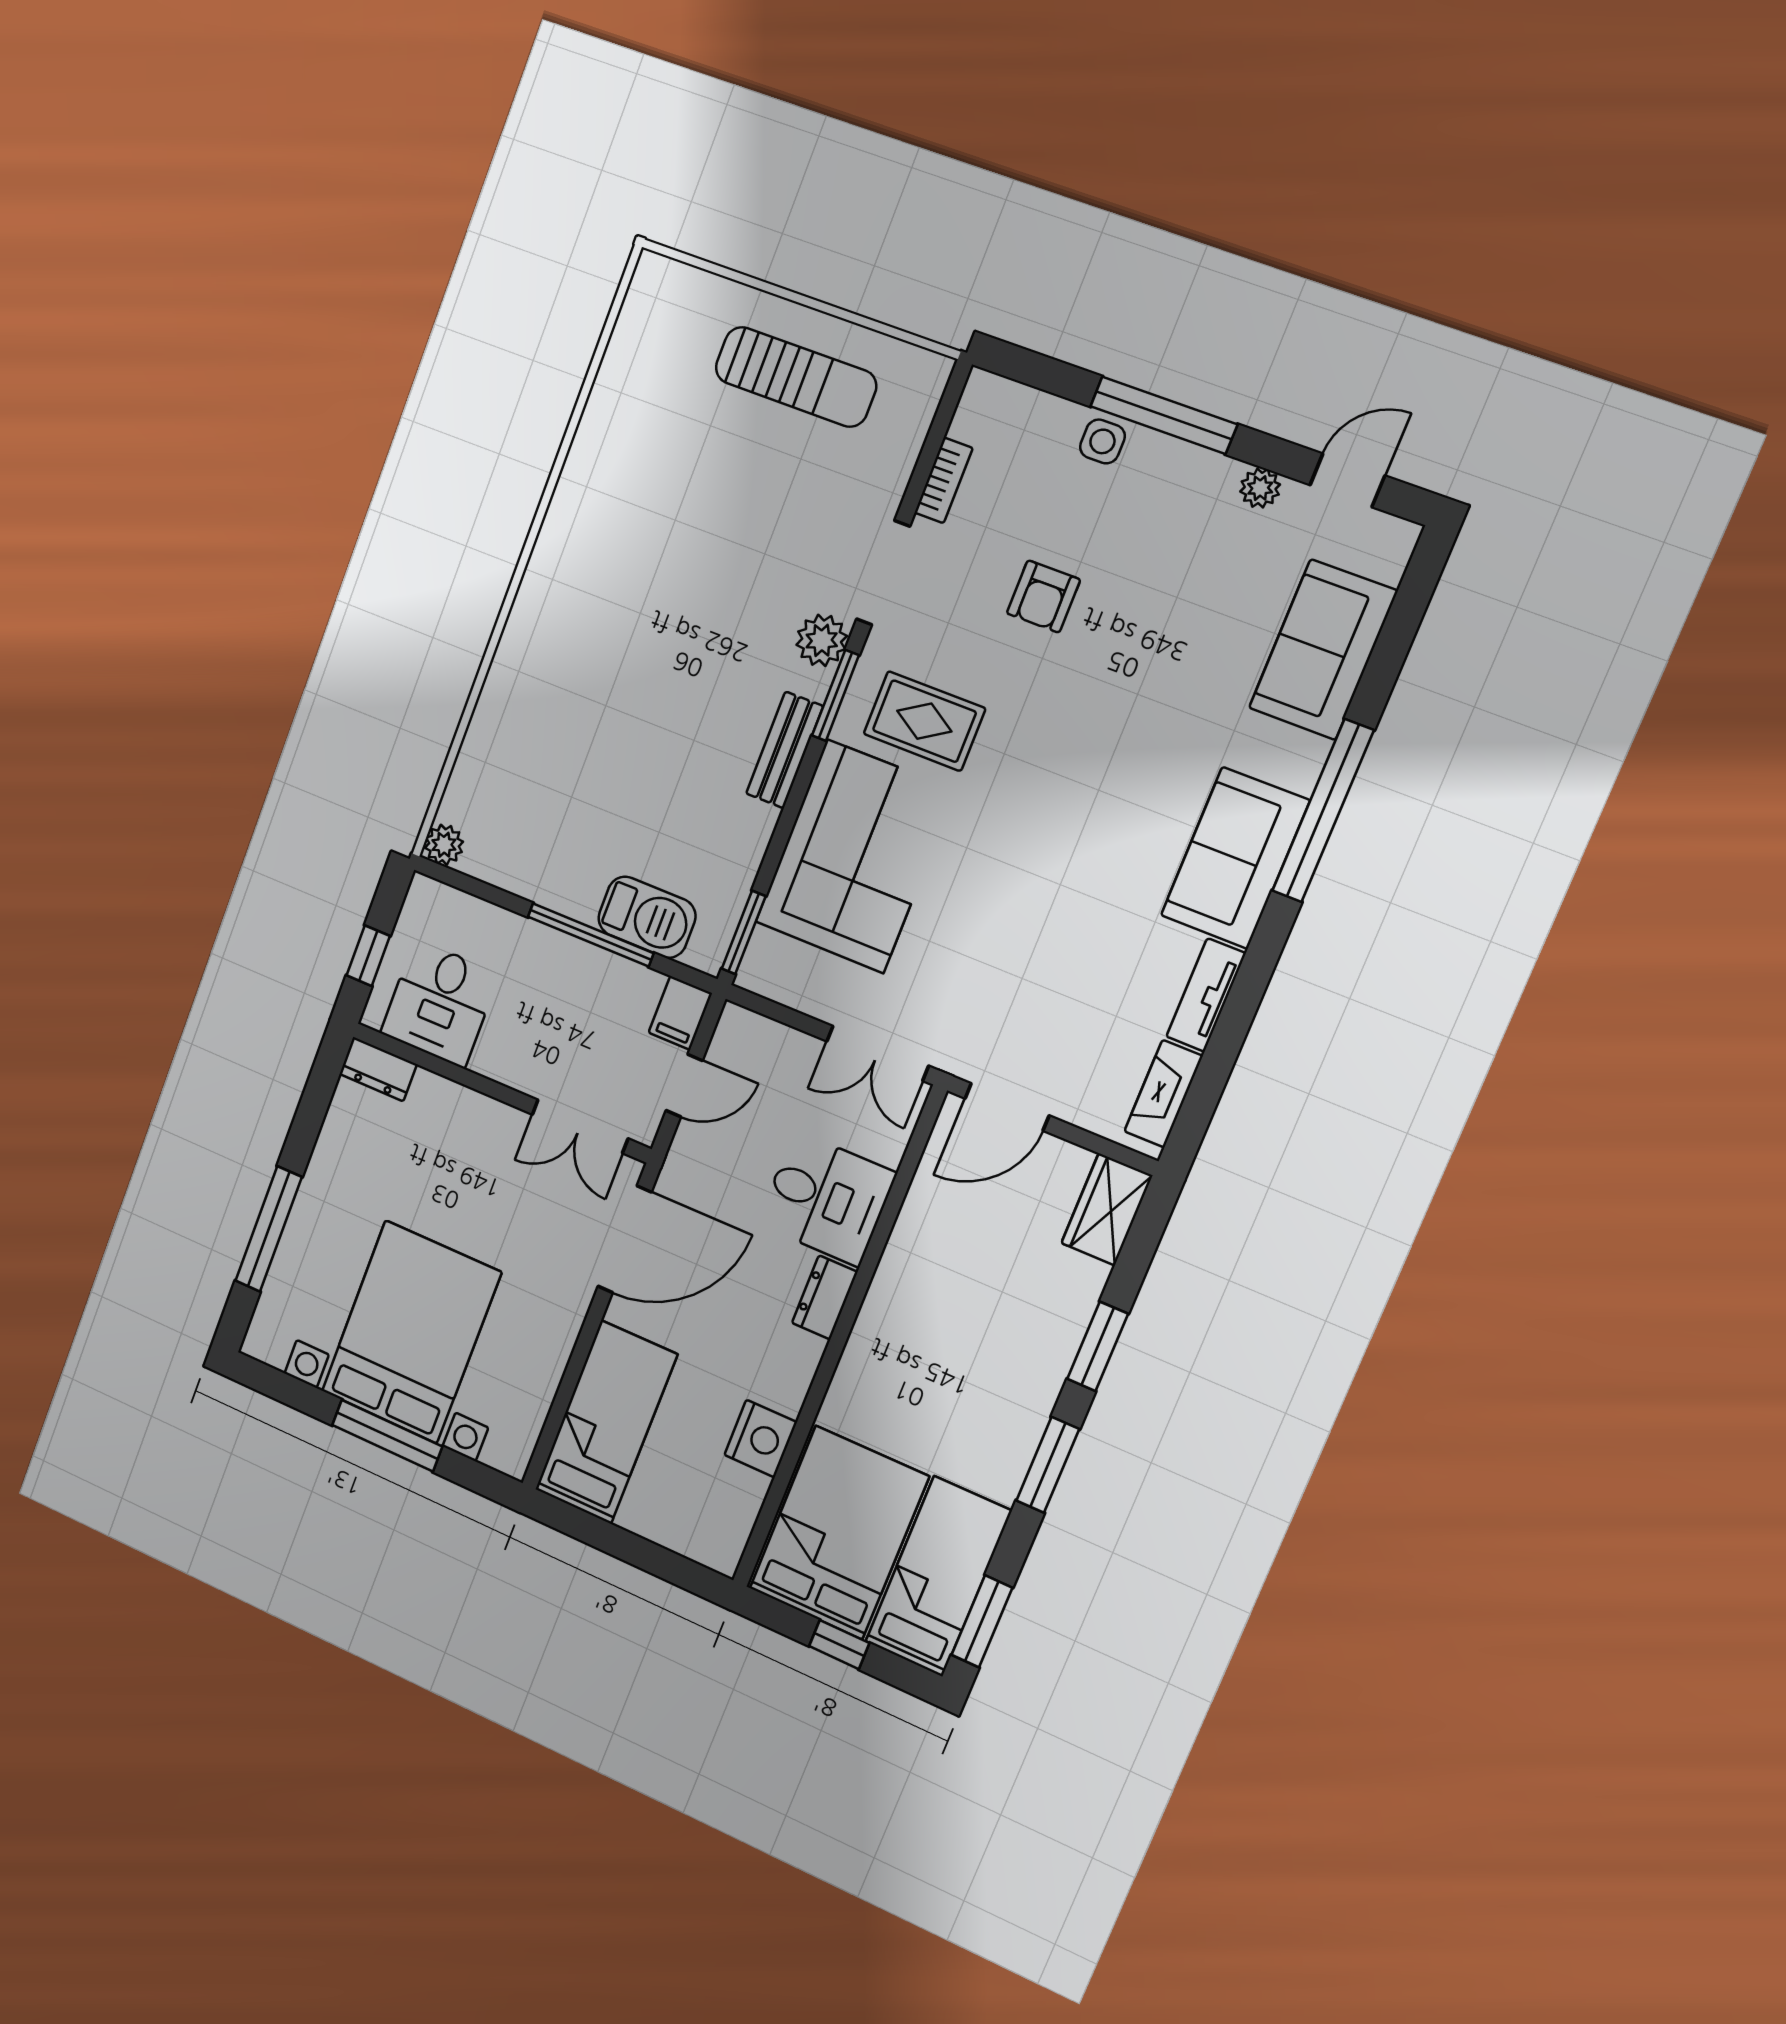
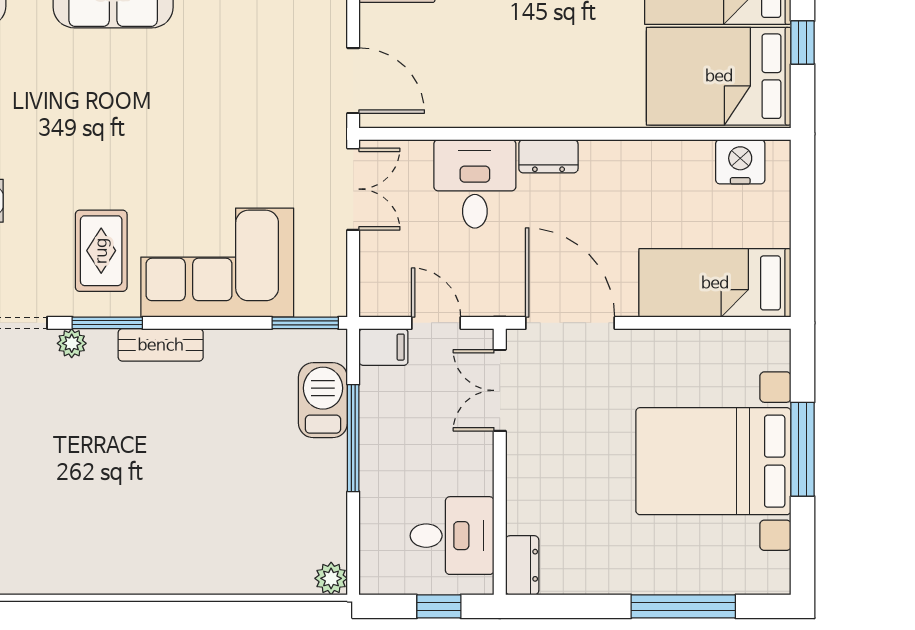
plant: (822, 640) -> (72, 343), width x0.73, depth x0.73
double door: (580, 1126) -> (500, 390), swing flipped
nightstand: (761, 1439) -> (740, 162), moved

